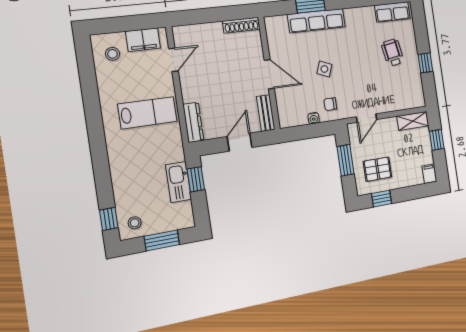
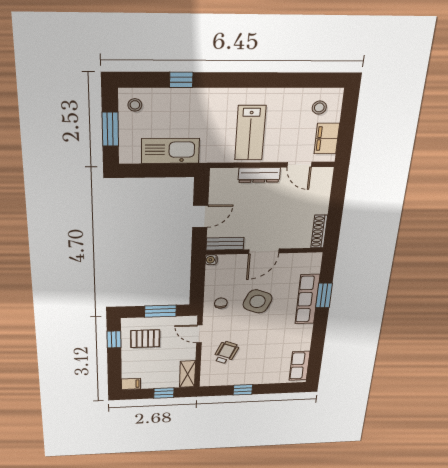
wheelchair: (393, 52) -> (226, 353), moved, turned -57
side table: (324, 69) -> (258, 301), width x1.87, depth x1.87
water cooler: (314, 118) -> (211, 260), moved
dresser: (193, 122) -> (259, 175), moved
door: (240, 142) -> (200, 216), hinge flipped
pallet: (377, 169) -> (145, 339), turned 90
window: (196, 179) -> (170, 170), removed
kitchen sink: (178, 182) -> (170, 151), width x1.36, depth x1.24
window: (109, 219) -> (181, 80), moved

